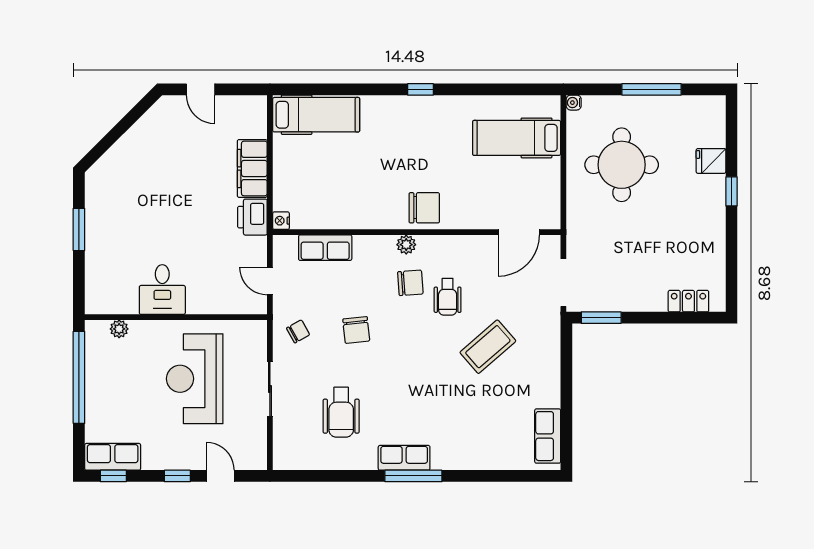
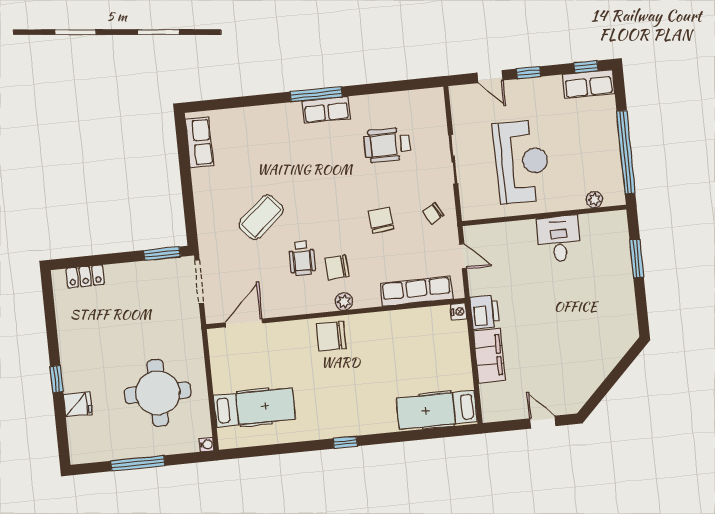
window: (79, 229) -> (637, 258), moved
row of seats: (325, 248) -> (416, 291), width x1.48
wheelchair: (448, 297) -> (302, 258), turned 180
wheelchair: (341, 412) -> (387, 145), turned -90

